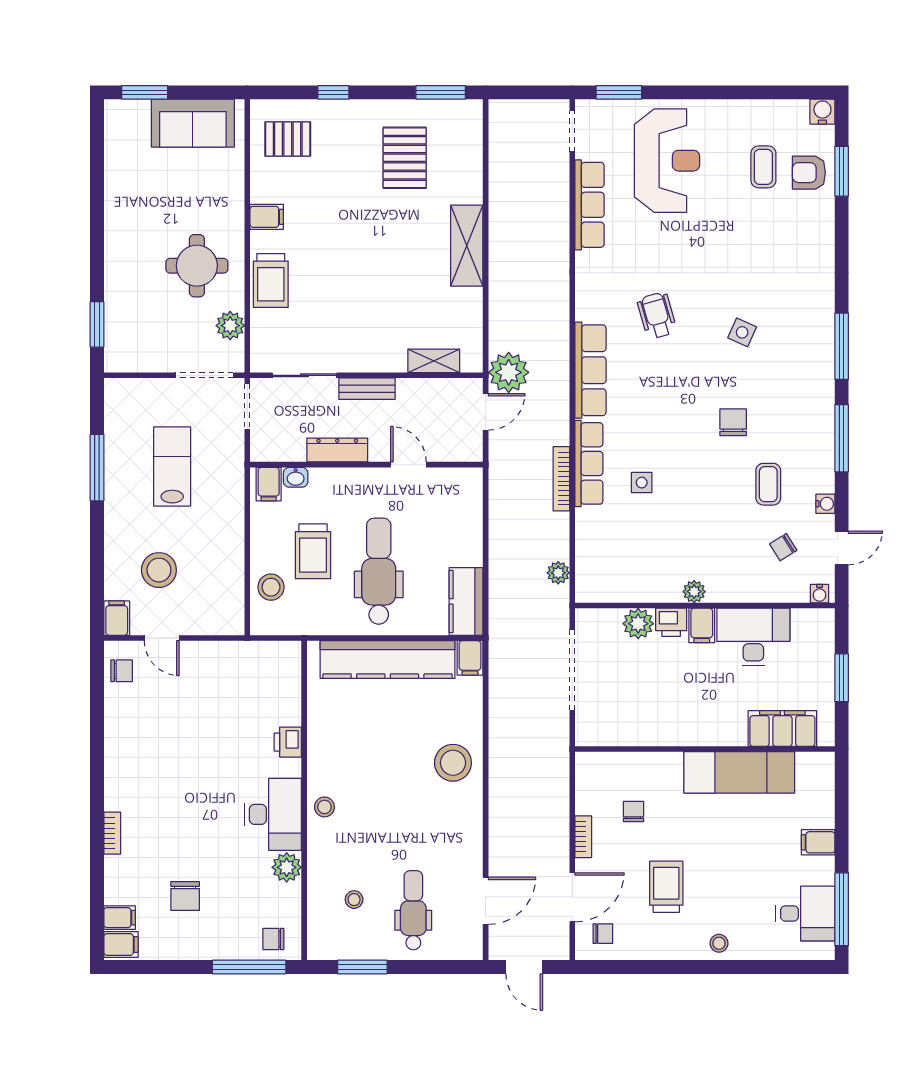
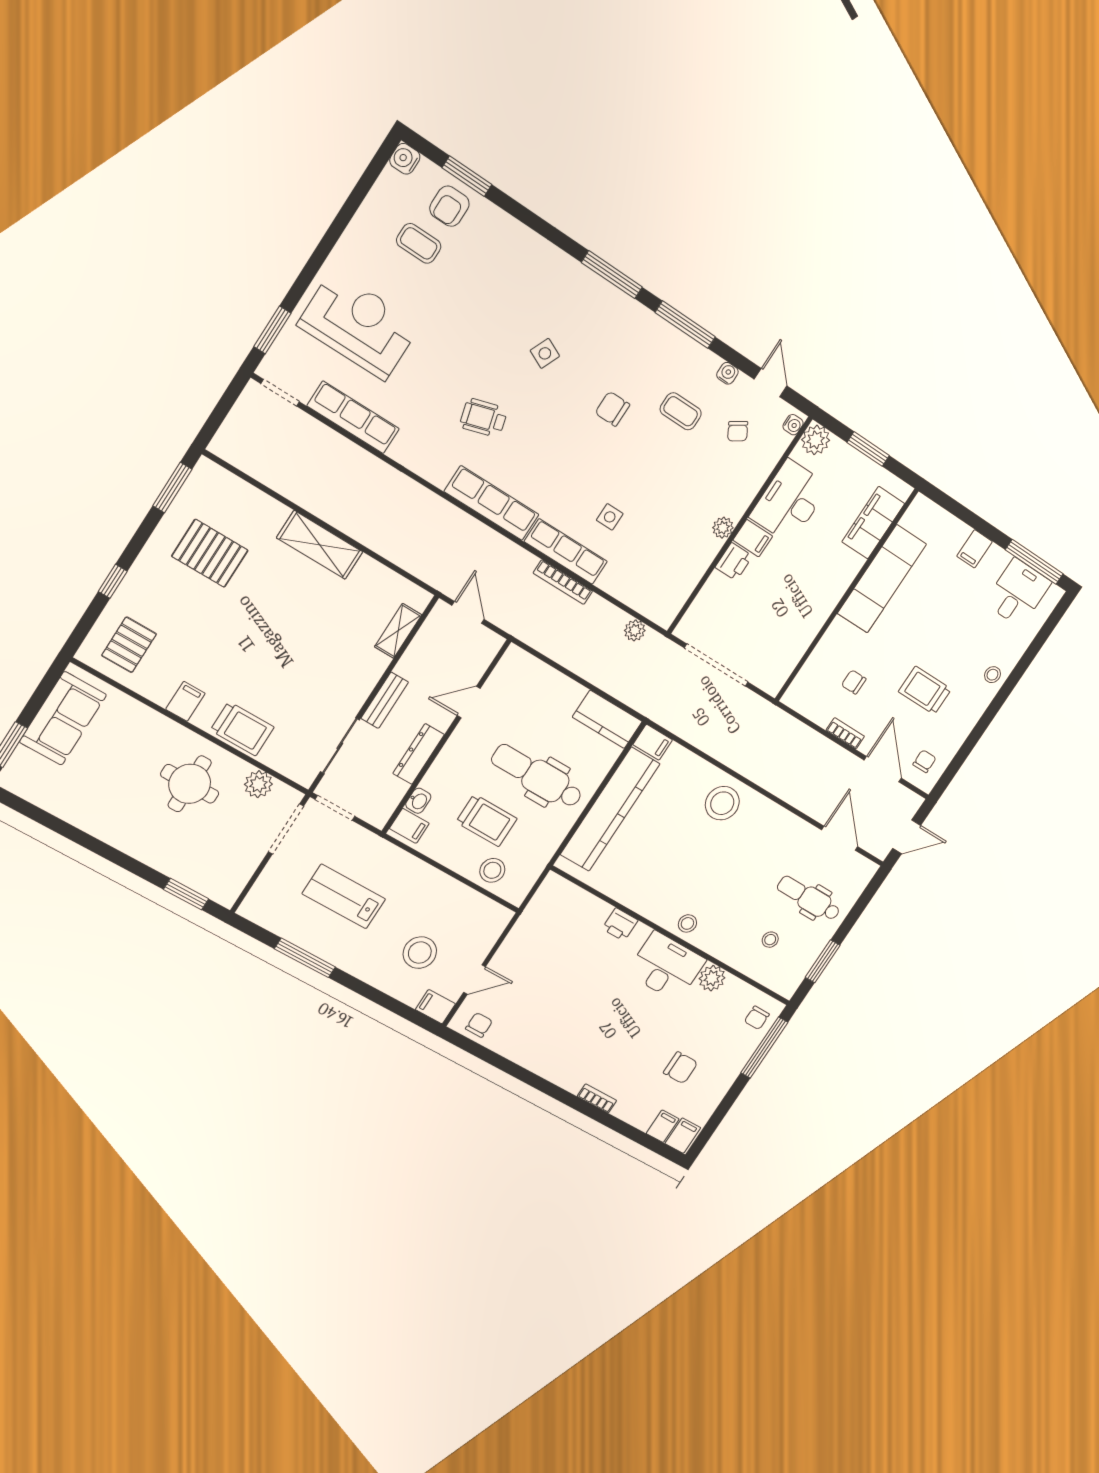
plant: (509, 372) -> (448, 573), removed
plant: (638, 624) -> (816, 440), moved

